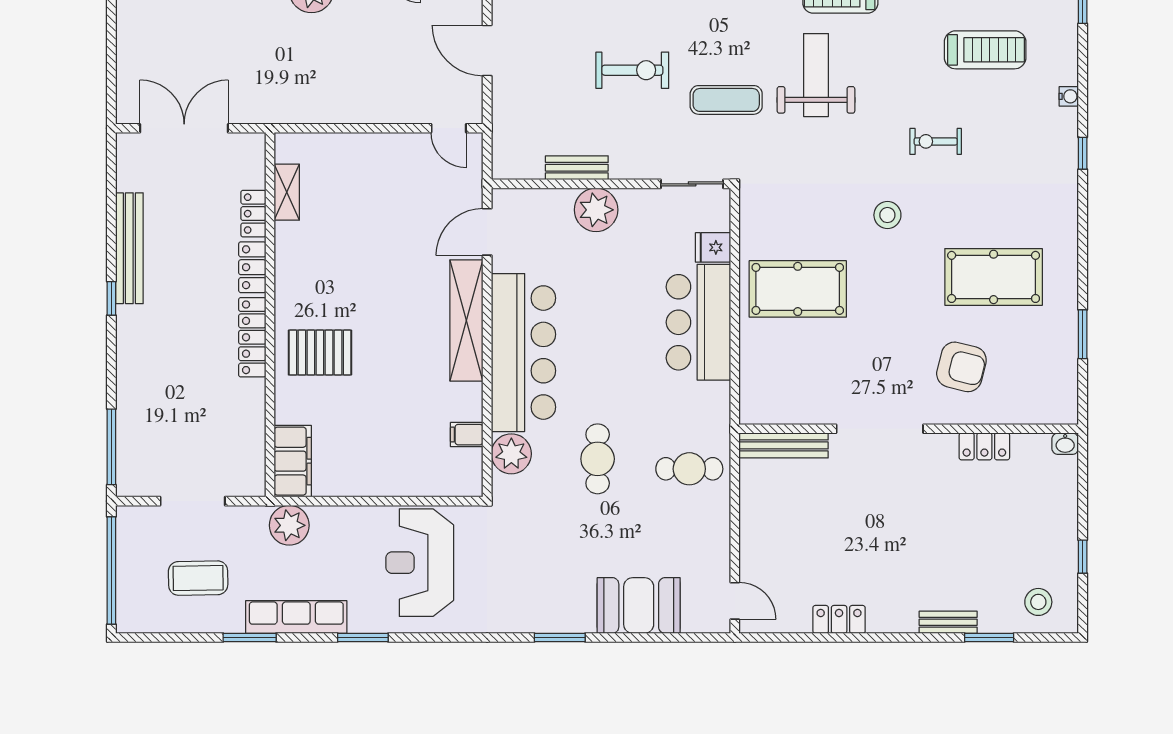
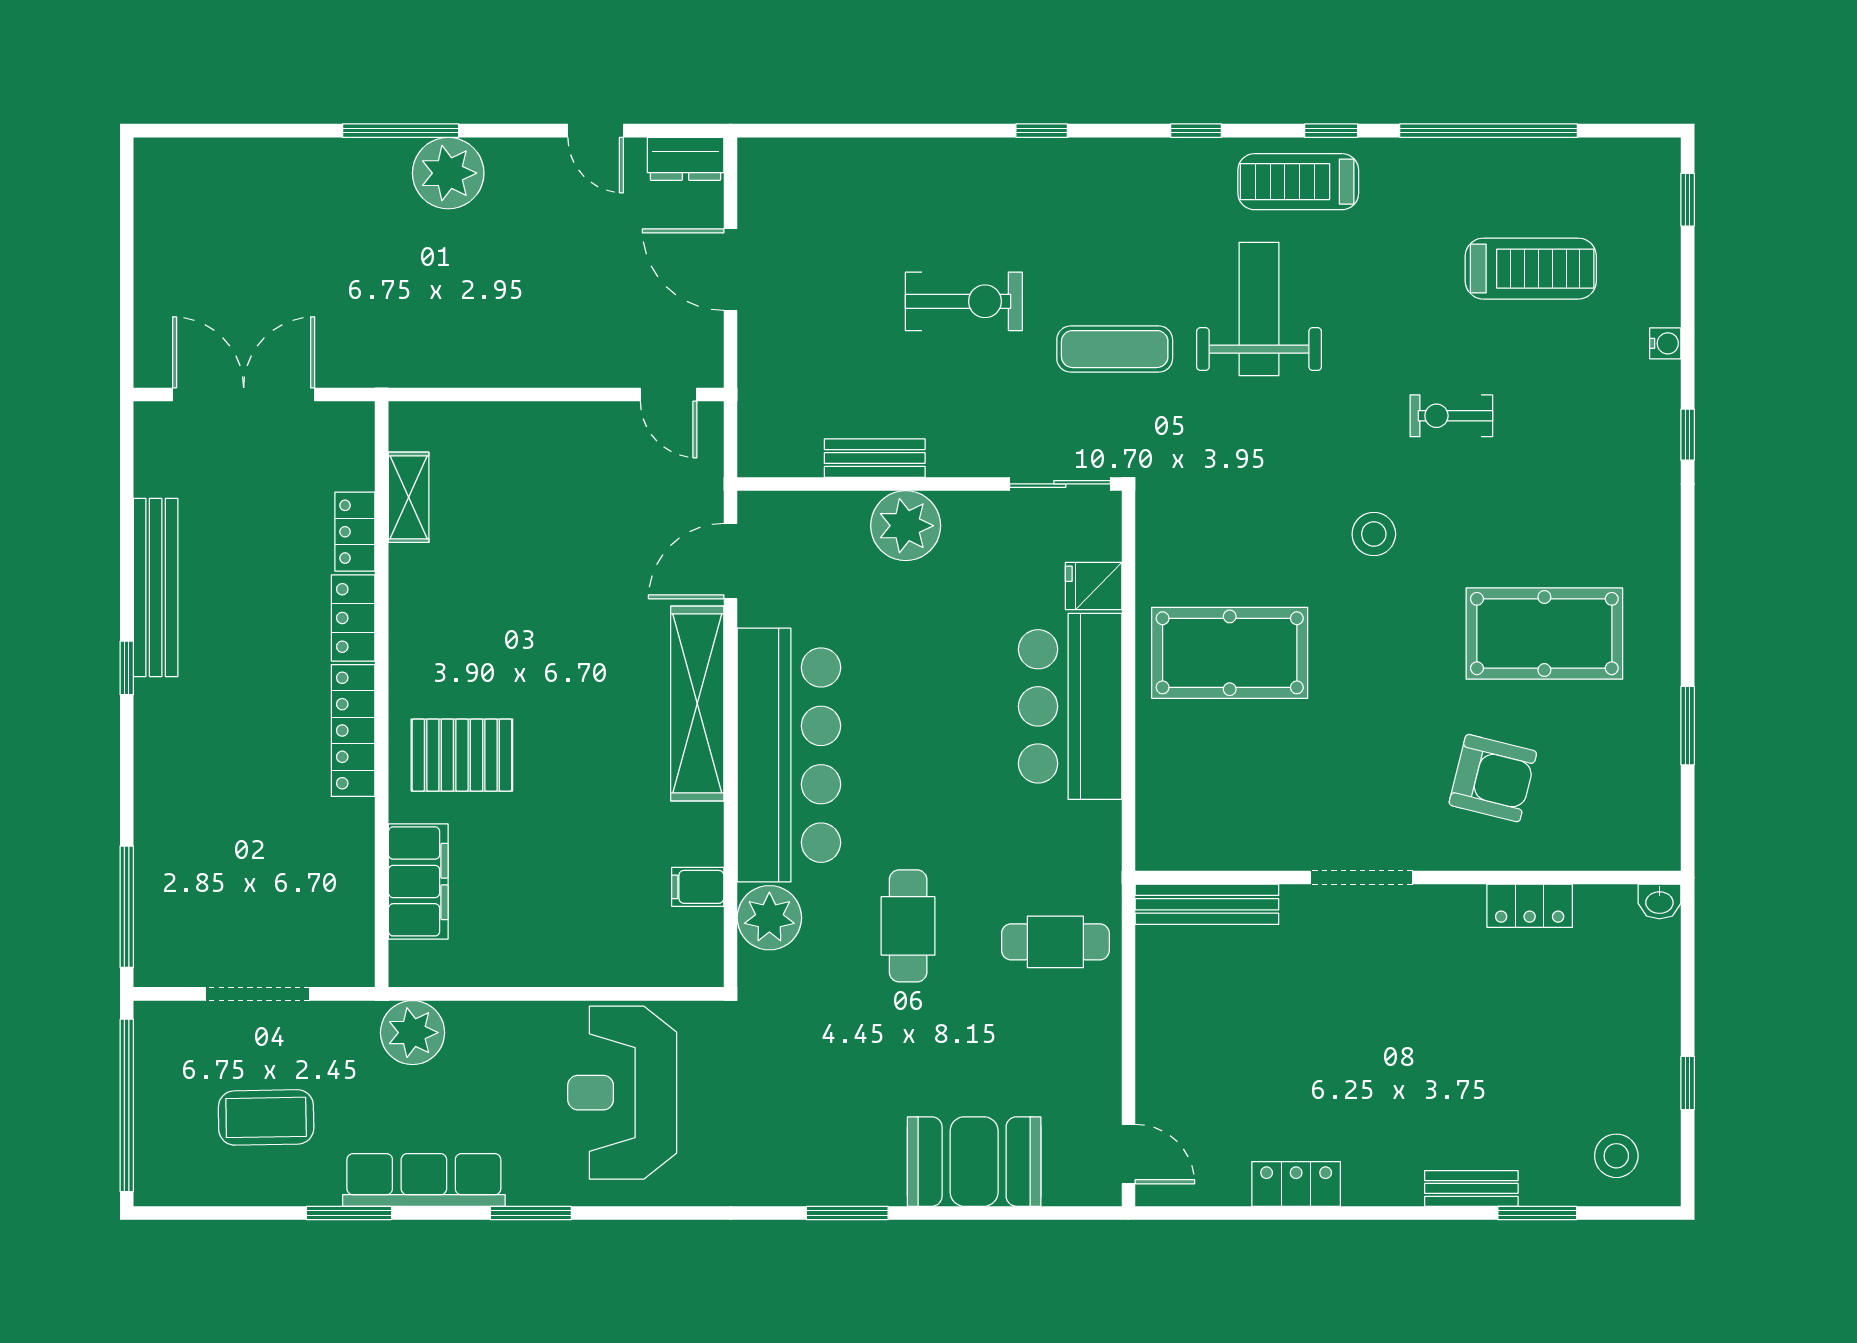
doorway: (880, 429) -> (1362, 878), width x0.73
filing cabinet: (293, 461) -> (418, 881), moved

